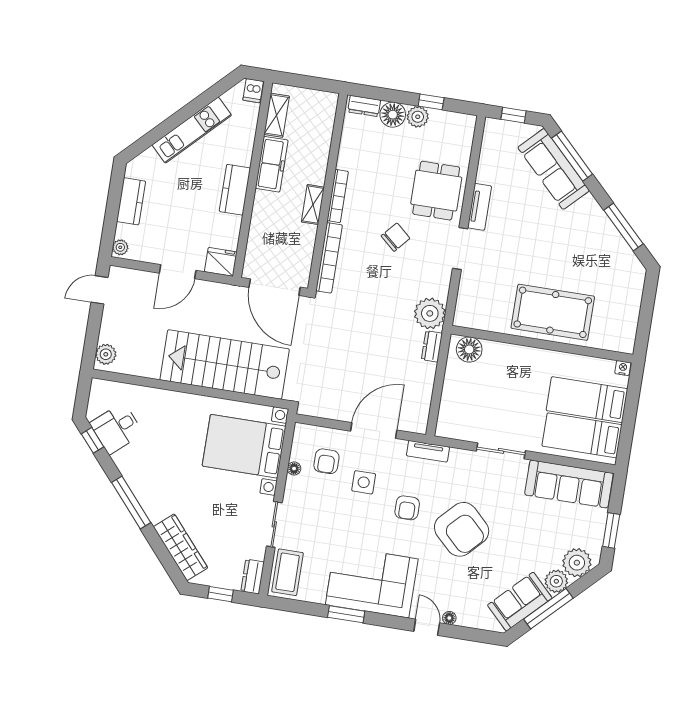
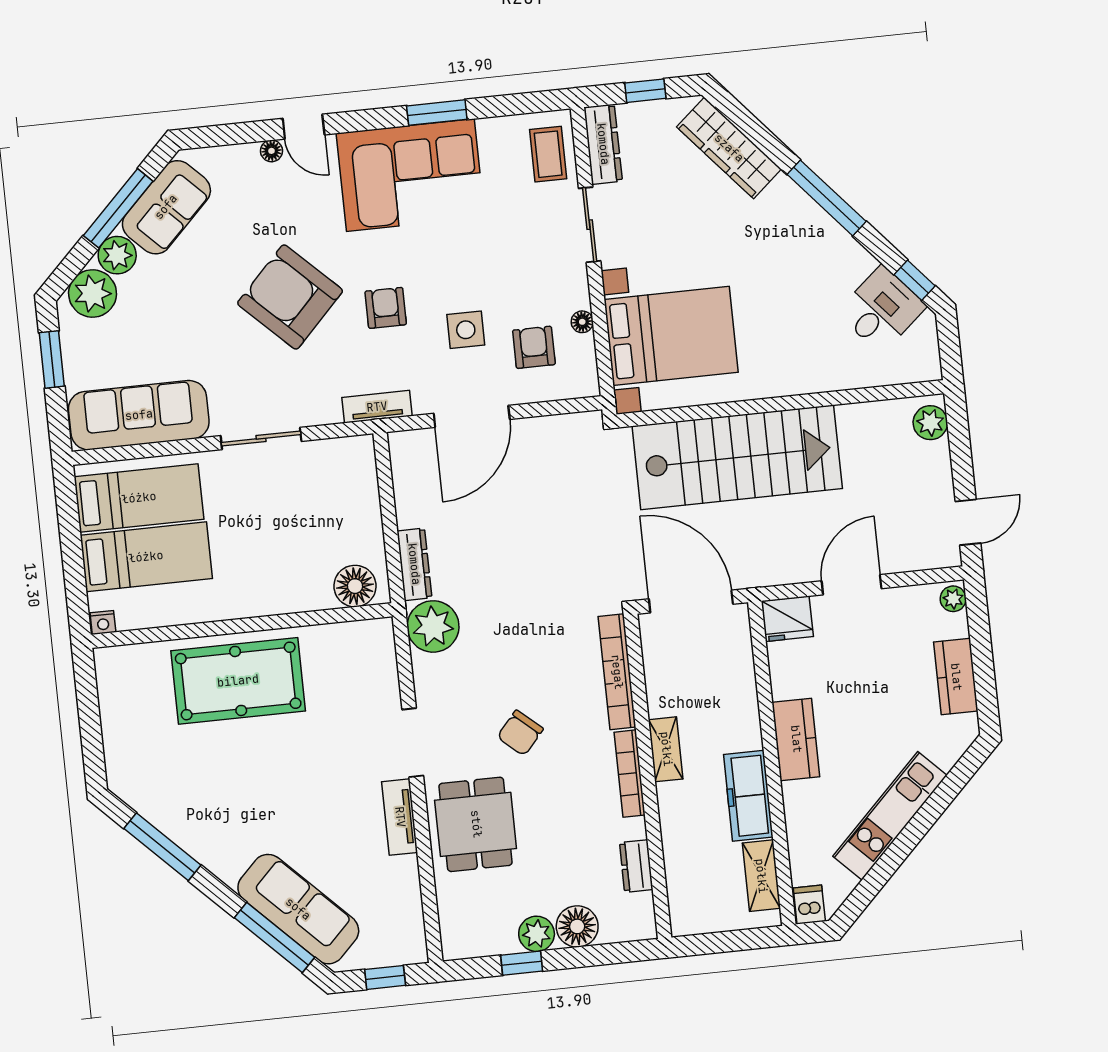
dresser: (364, 106) -> (636, 866), moved, turned -90
dresser: (432, 346) -> (414, 564), width x1.44
coffee table: (288, 572) -> (548, 154), width x0.73, depth x0.77
dresser: (253, 577) -> (603, 144), width x1.44

